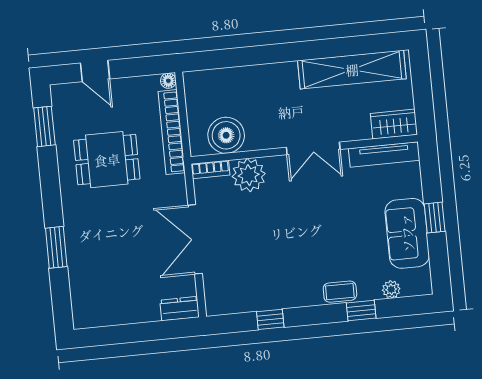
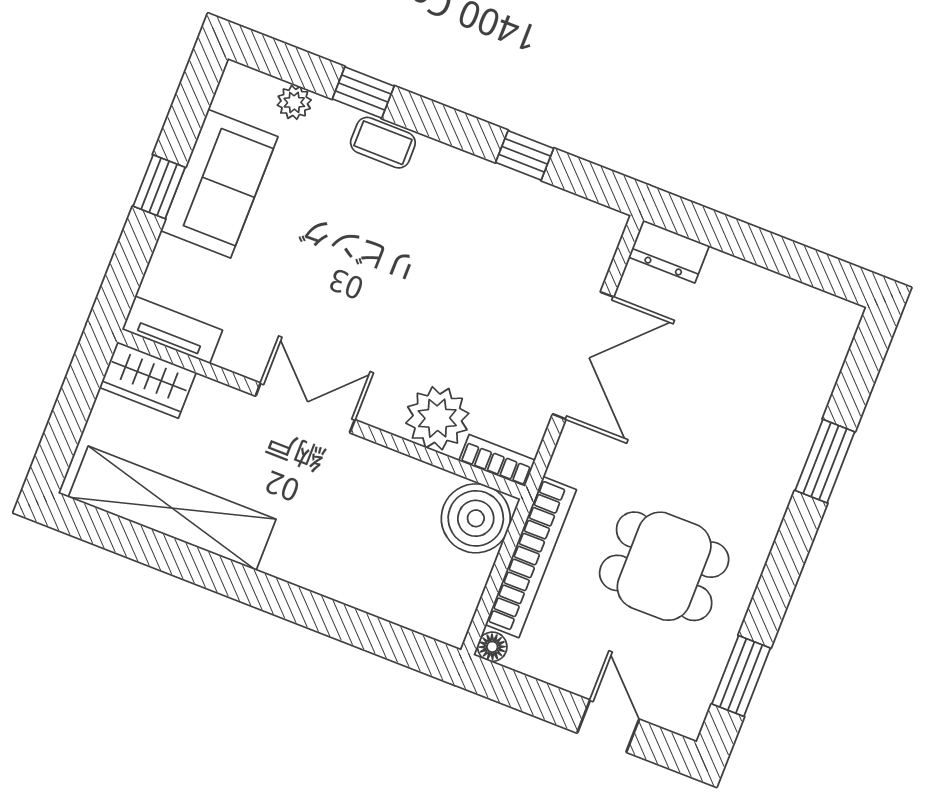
boiler: (226, 135) -> (476, 518), moved
tv unit: (384, 154) -> (172, 330), width x0.71

